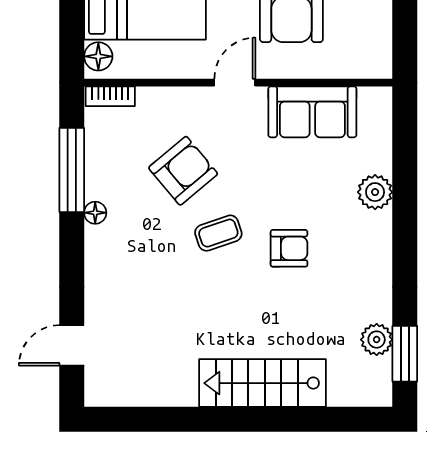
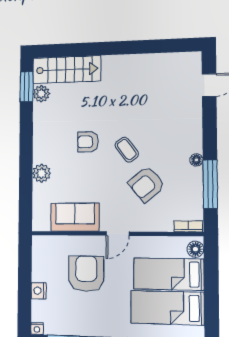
coffee table: (218, 233) -> (127, 150), turned 72
stairs: (262, 383) -> (67, 70), moved

